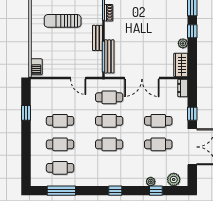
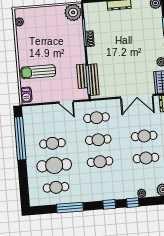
sun lounger: (63, 21) -> (38, 72), moved
bench: (97, 38) -> (82, 76), moved
double door: (142, 78) -> (137, 96), moved
window: (26, 113) -> (20, 138), width x3.17
cafe table: (60, 144) -> (54, 165), width x1.37, depth x1.35
window: (61, 191) -> (70, 208), moved
window: (156, 191) -> (133, 203), moved

